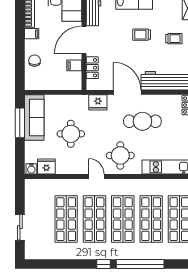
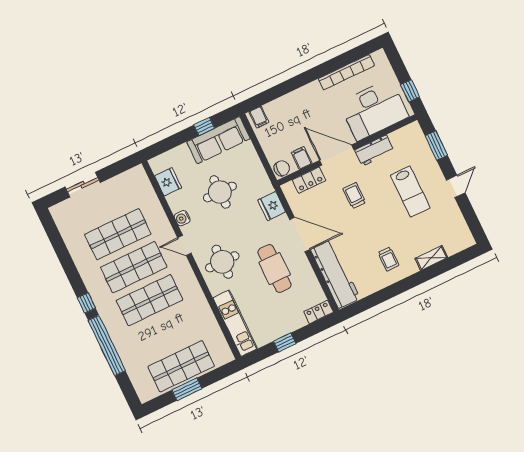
filing cabinet: (32, 34) -> (259, 117), moved
trolley: (142, 35) -> (354, 196), moved
chair: (35, 61) -> (282, 168), moved
door: (127, 92) -> (300, 235), hinge flipped
window: (20, 123) -> (204, 126), width x0.46
water cooler: (31, 169) -> (182, 218), moved
door: (96, 176) -> (184, 246), swing flipped
shop shelf: (151, 219) -> (165, 333), removed

